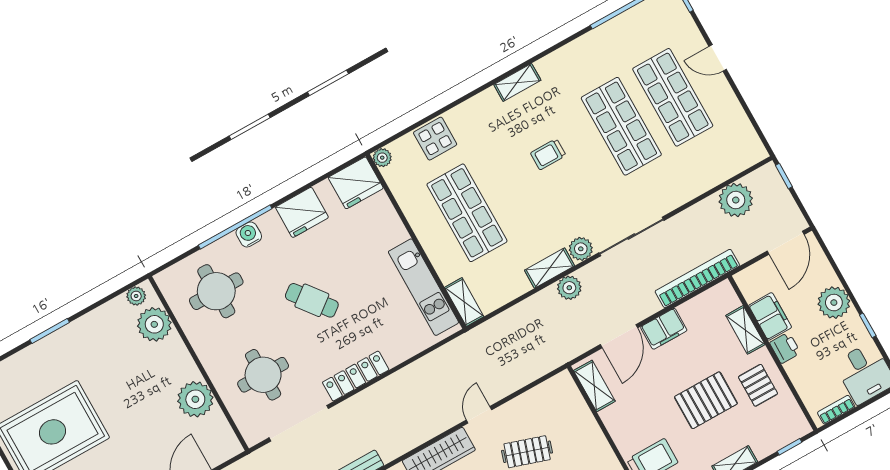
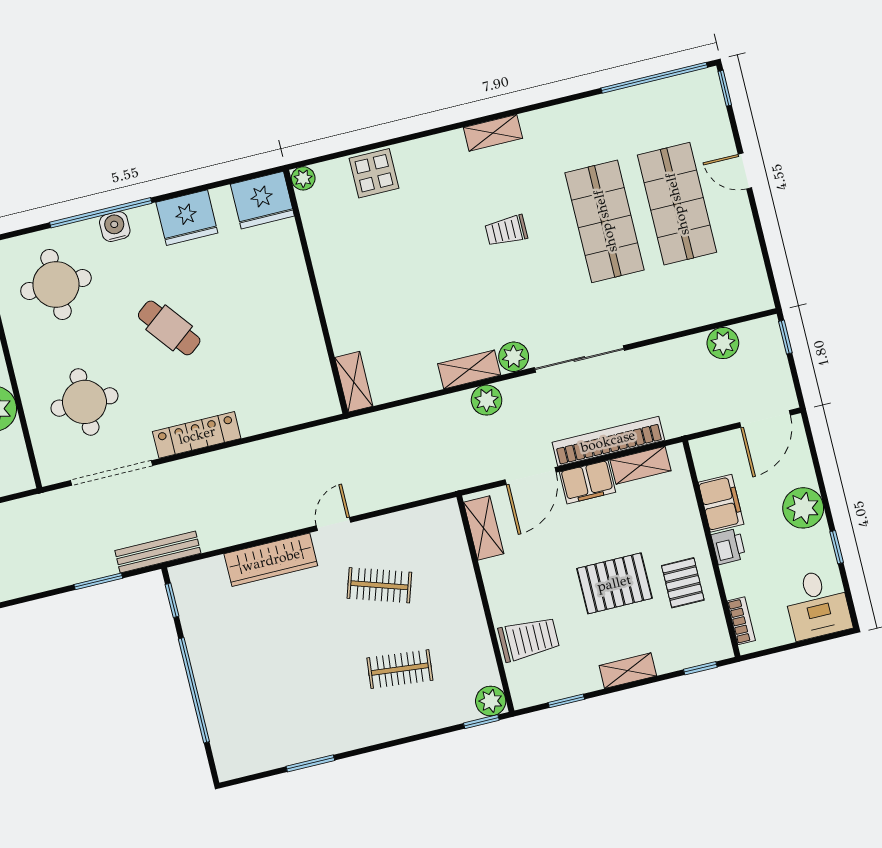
plant: (736, 200) -> (723, 343), width x0.73, depth x0.73
shop shelf: (467, 213) -> (387, 274), removed
bookcase: (697, 278) -> (608, 441), moved
kitchen unit: (423, 287) -> (309, 350), removed
shelving: (745, 330) -> (641, 465), moved, turned 90
bookcase: (836, 410) -> (741, 621), moved, turned 90

